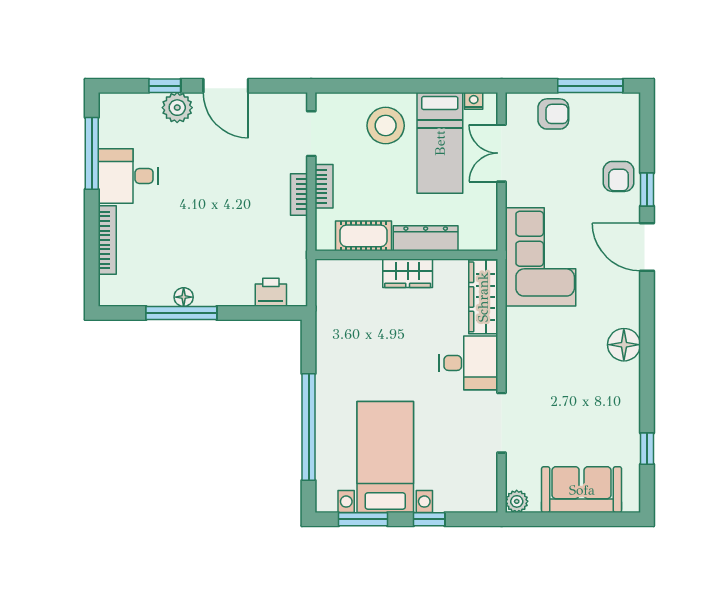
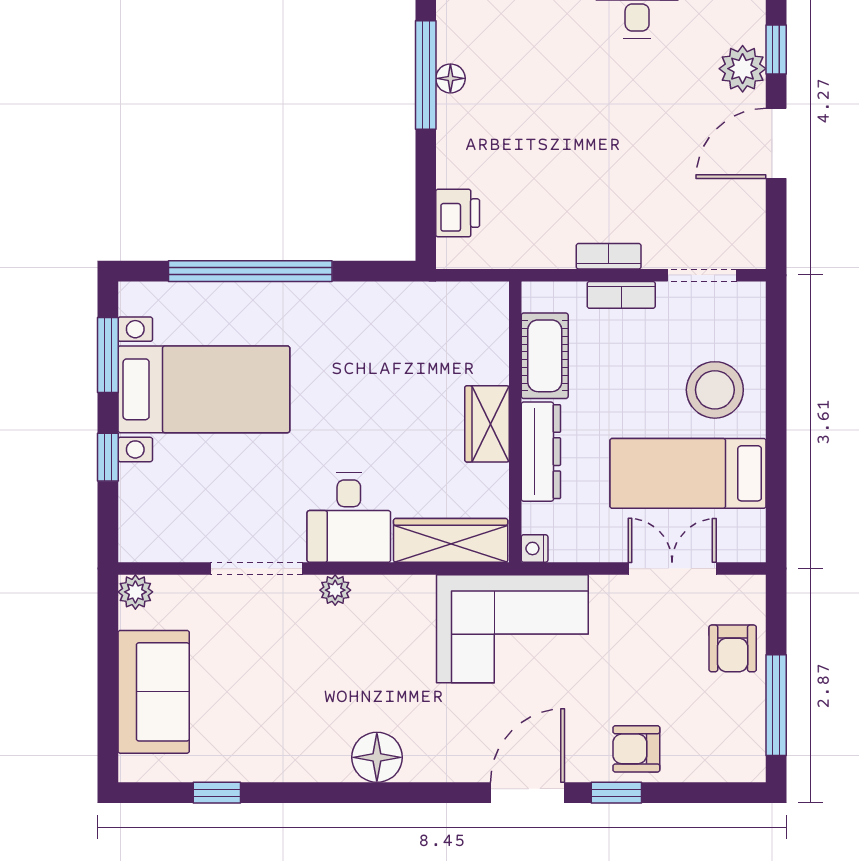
nightstand: (474, 101) -> (535, 548), moved, turned 180
plant: (515, 372) -> (335, 590), added

